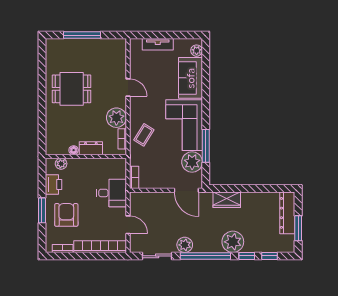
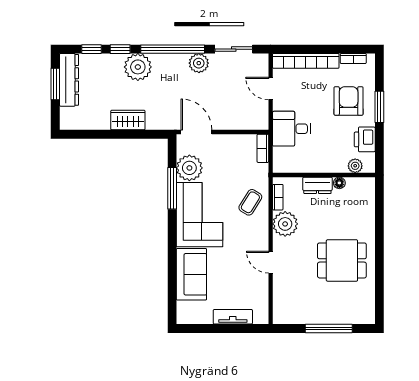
plant: (197, 51) -> (184, 309), removed
wardrobe: (227, 200) -> (128, 120), moved
dresser: (287, 213) -> (69, 80), moved
armchair: (66, 215) -> (349, 101), turned 180

